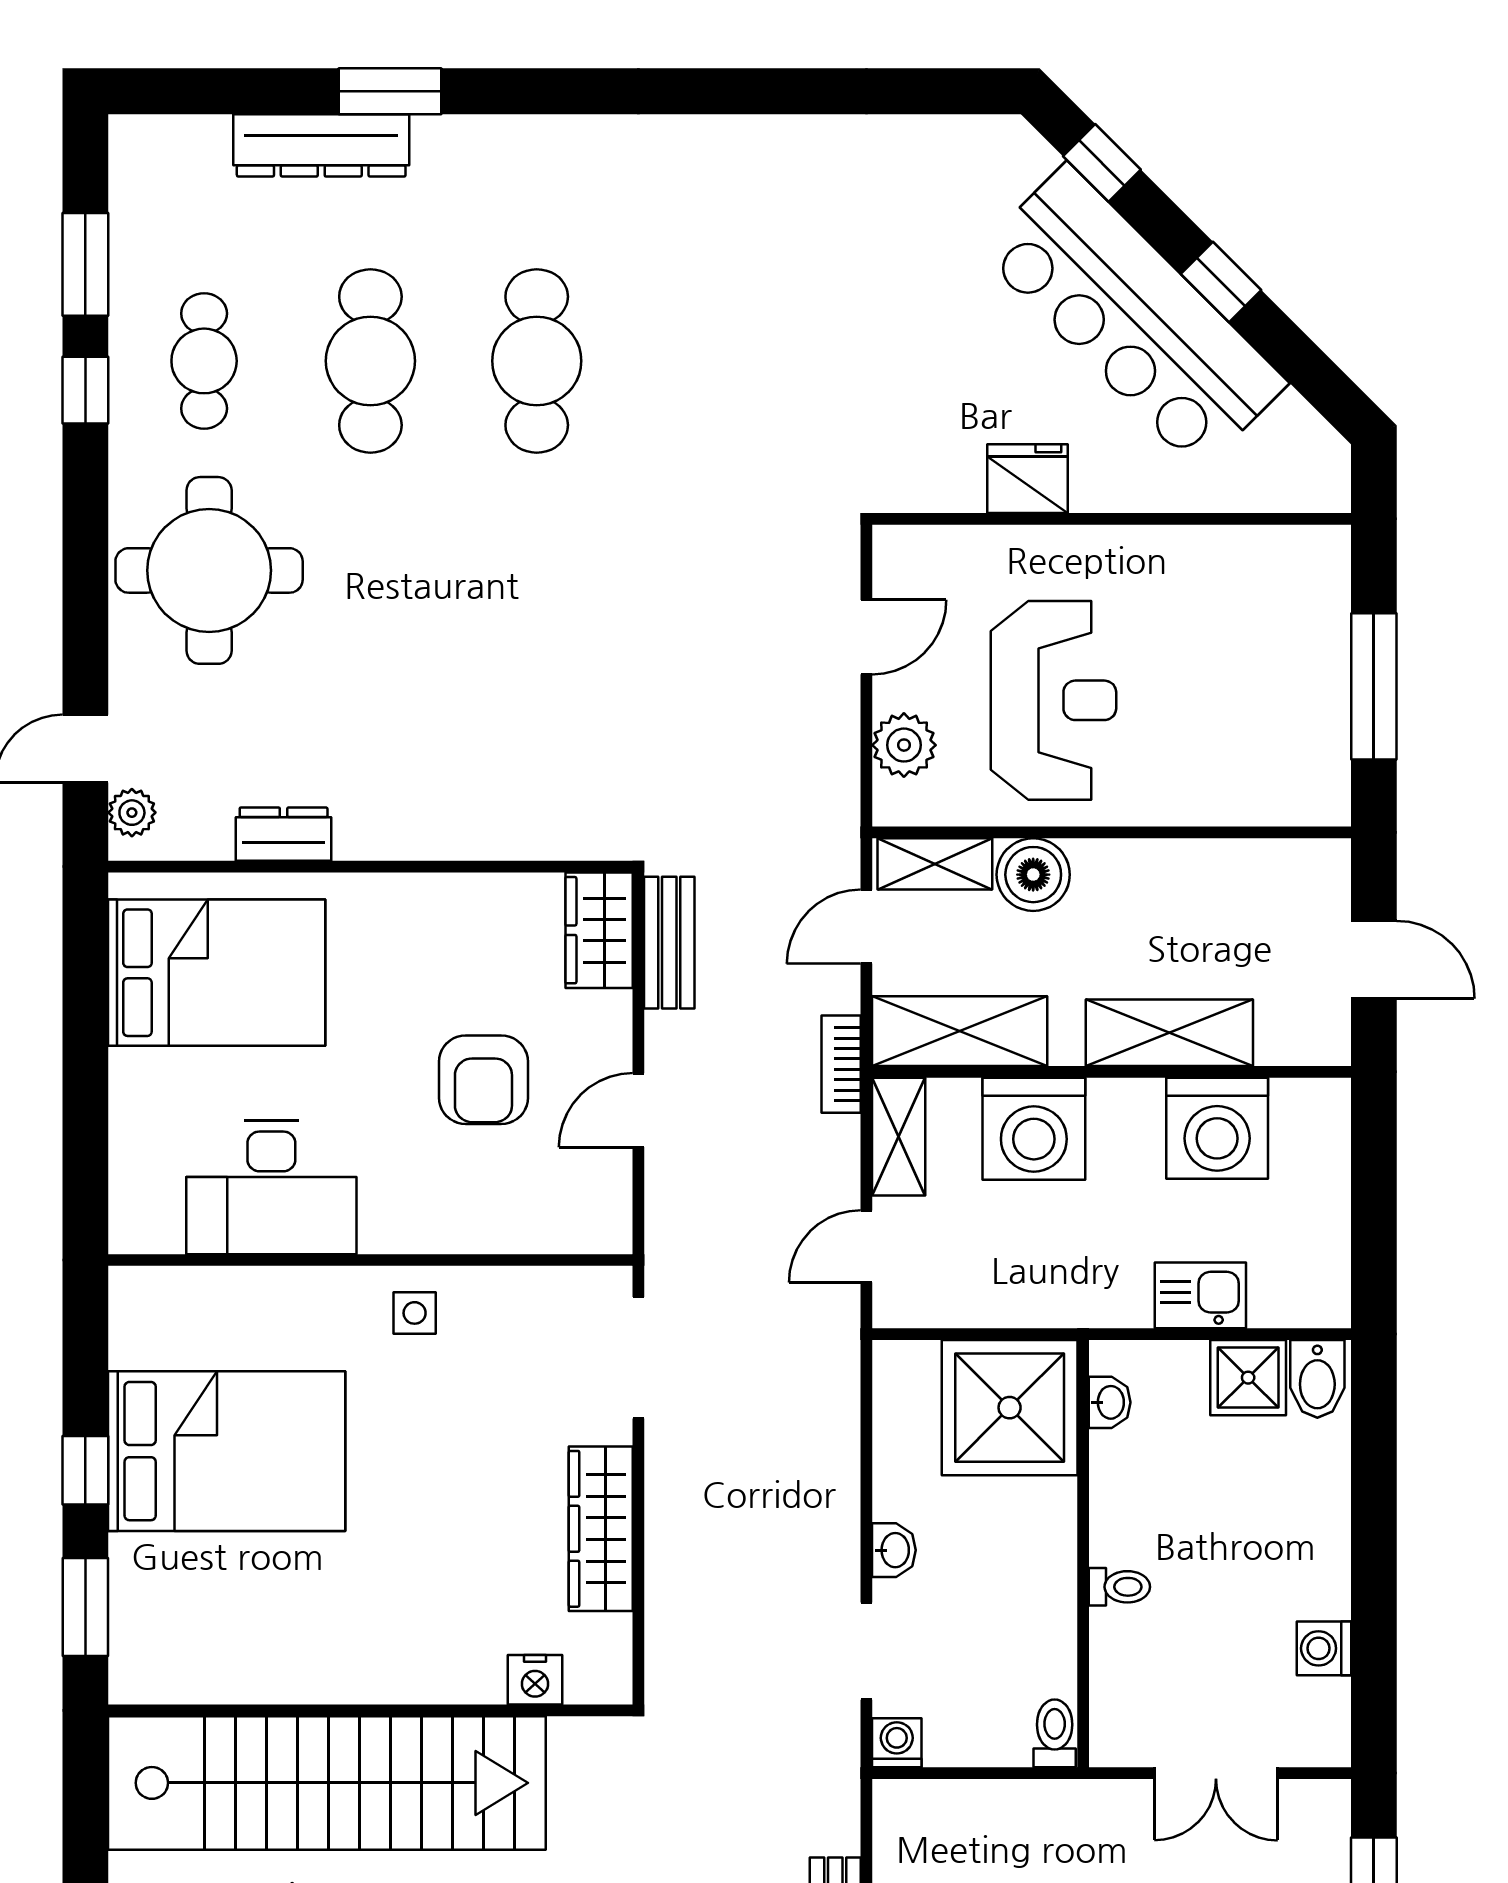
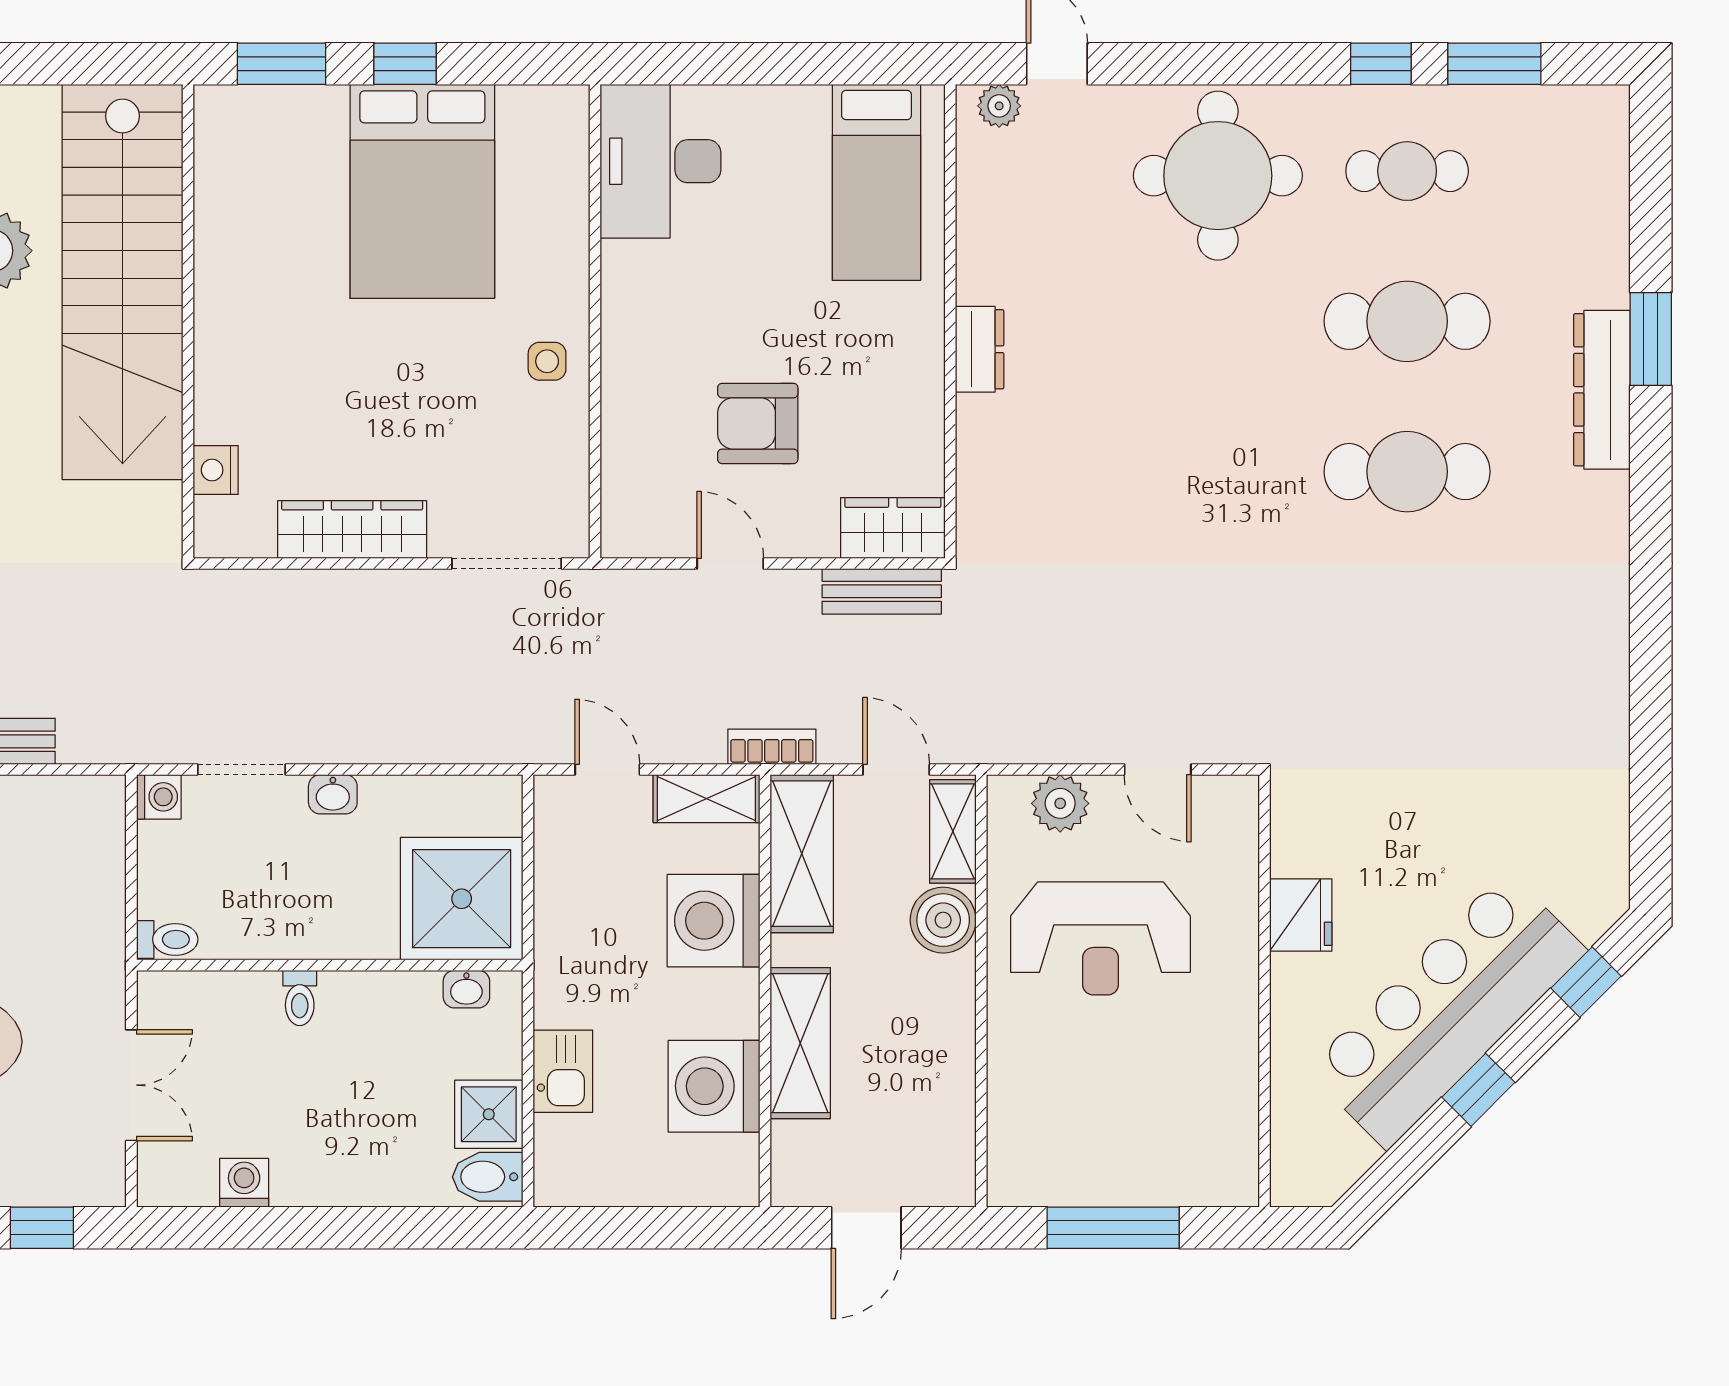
dresser: (321, 145) -> (1602, 390), moved
dresser: (284, 834) -> (980, 349), moved
bed: (217, 973) -> (877, 182), width x0.67
desk: (271, 1187) -> (660, 161), moved
double door: (1216, 1773) -> (131, 1085), swing flipped

